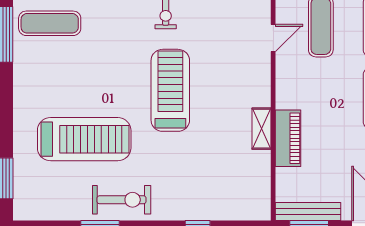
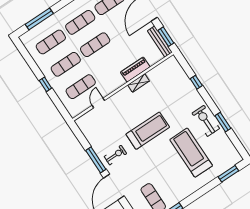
door: (273, 38) -> (98, 103), hinge flipped
treadmill: (170, 90) -> (148, 131), turned 180

